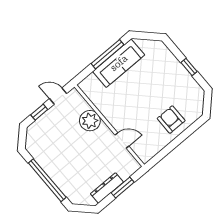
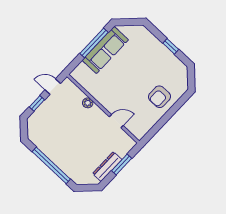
armchair: (171, 120) -> (160, 97), turned -90
plant: (90, 121) -> (88, 103), width x0.53, depth x0.53

